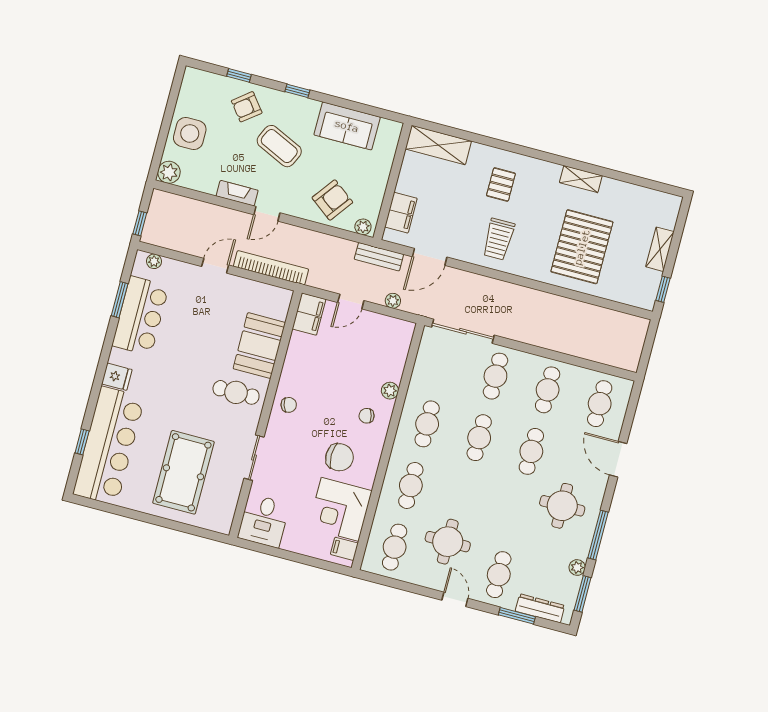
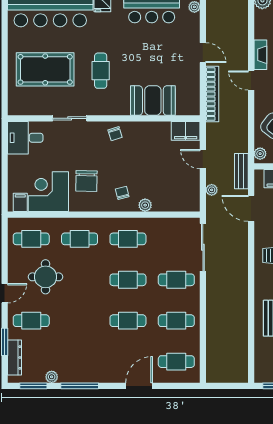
cafe table: (236, 392) -> (101, 71), moved
round table: (562, 506) -> (94, 354), removed

